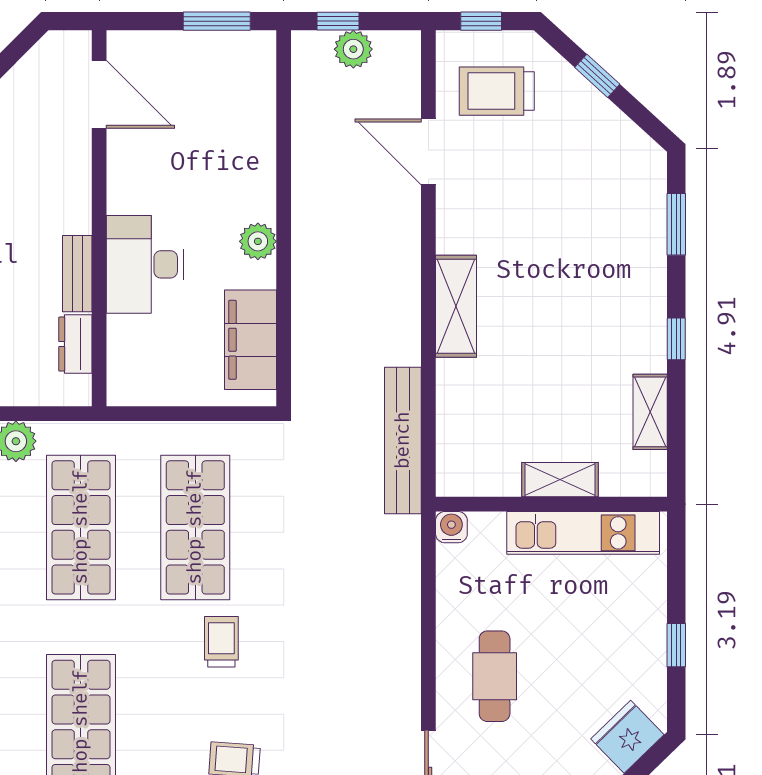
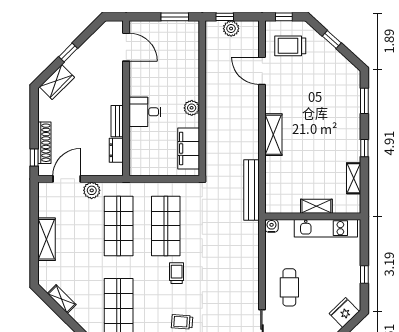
desk: (145, 264) -> (145, 112), width x0.73

